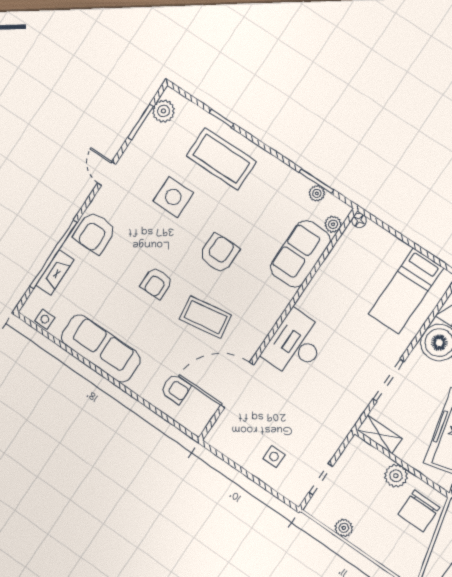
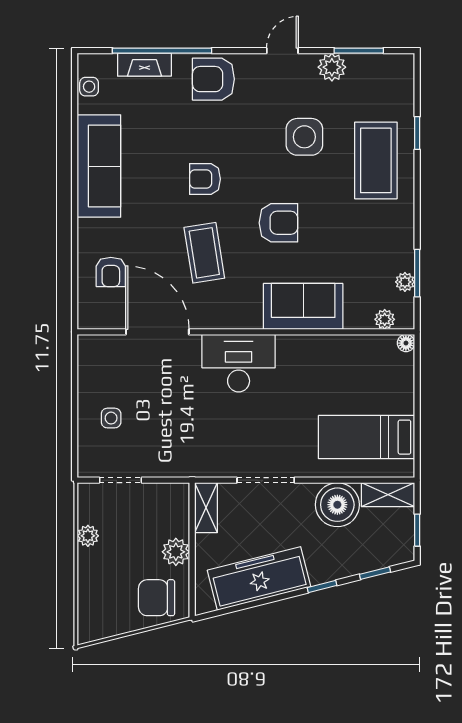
plant: (163, 111) -> (332, 67), moved
sofa: (300, 254) -> (303, 306), moved

